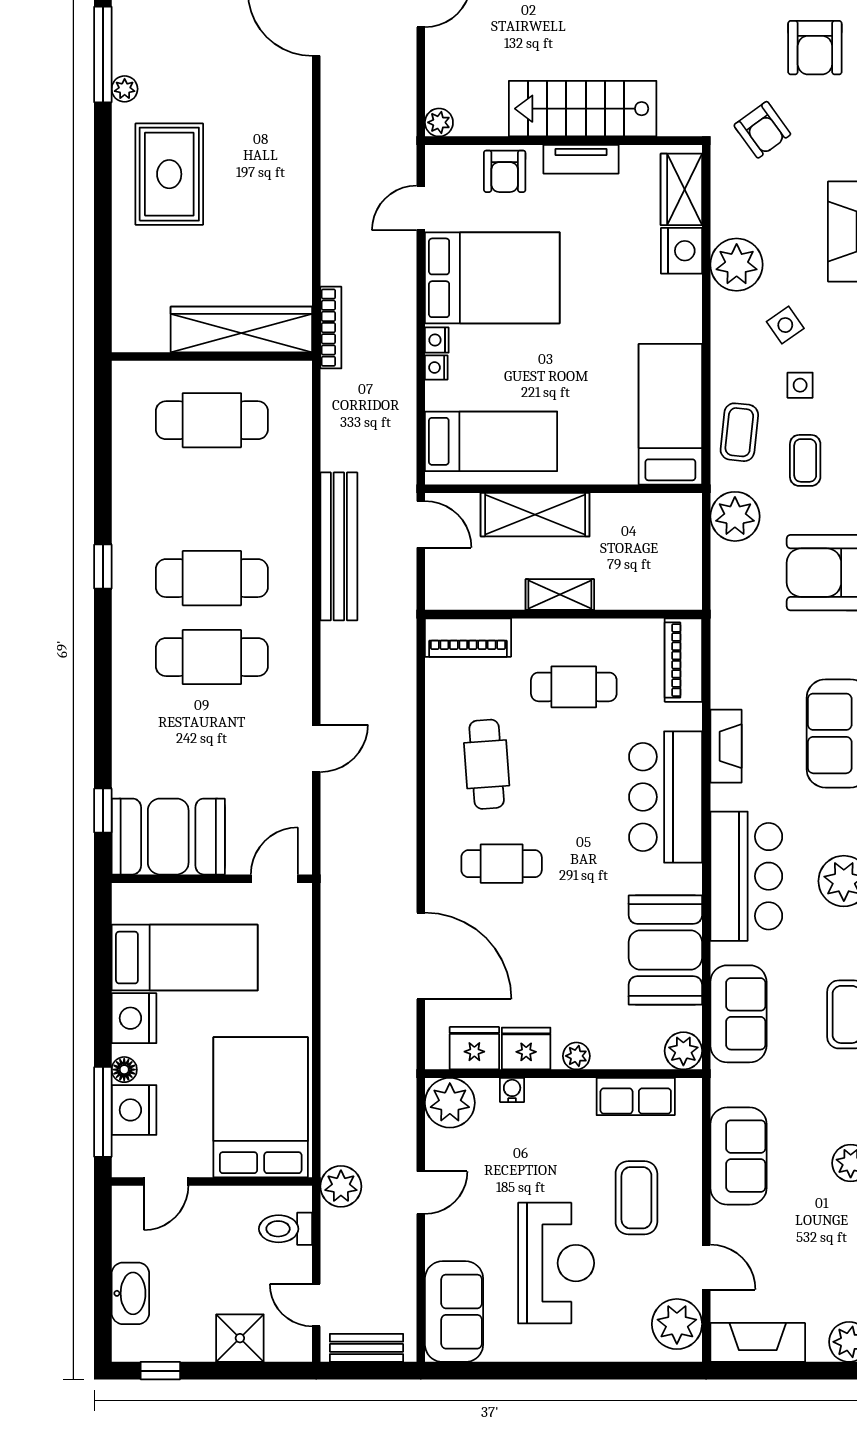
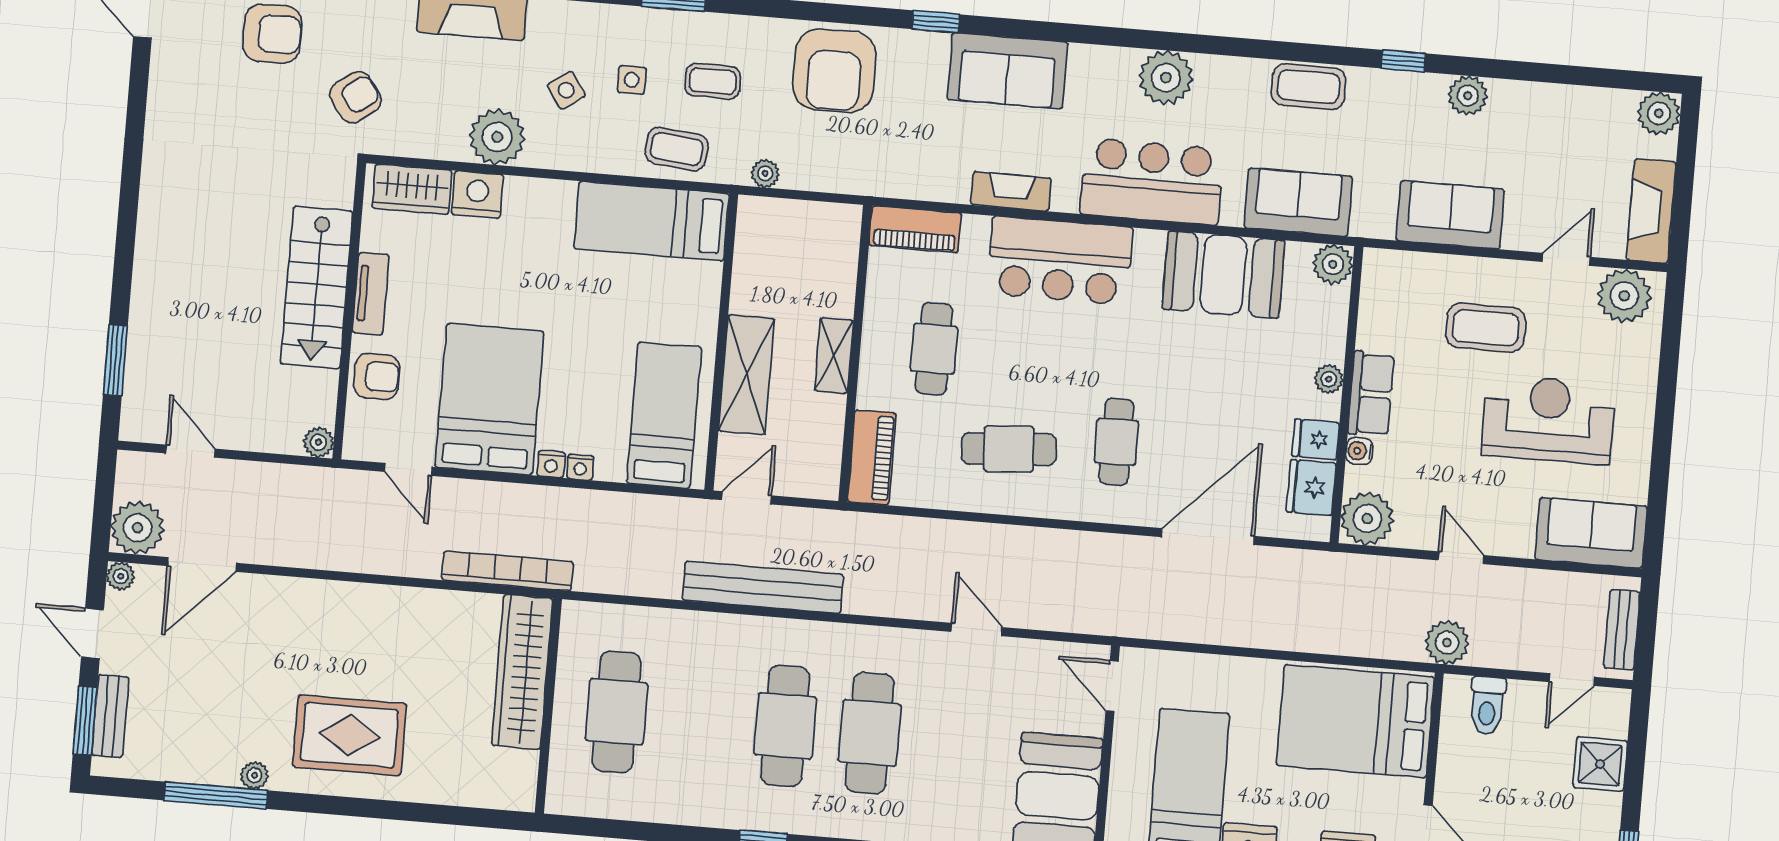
bookcase: (331, 328) -> (507, 571), width x1.48, depth x1.31
plant: (735, 516) -> (765, 173), width x0.53, depth x0.53
fridge: (526, 1049) -> (1316, 439), width x0.72
row of seats: (636, 1097) -> (1371, 394), moved

